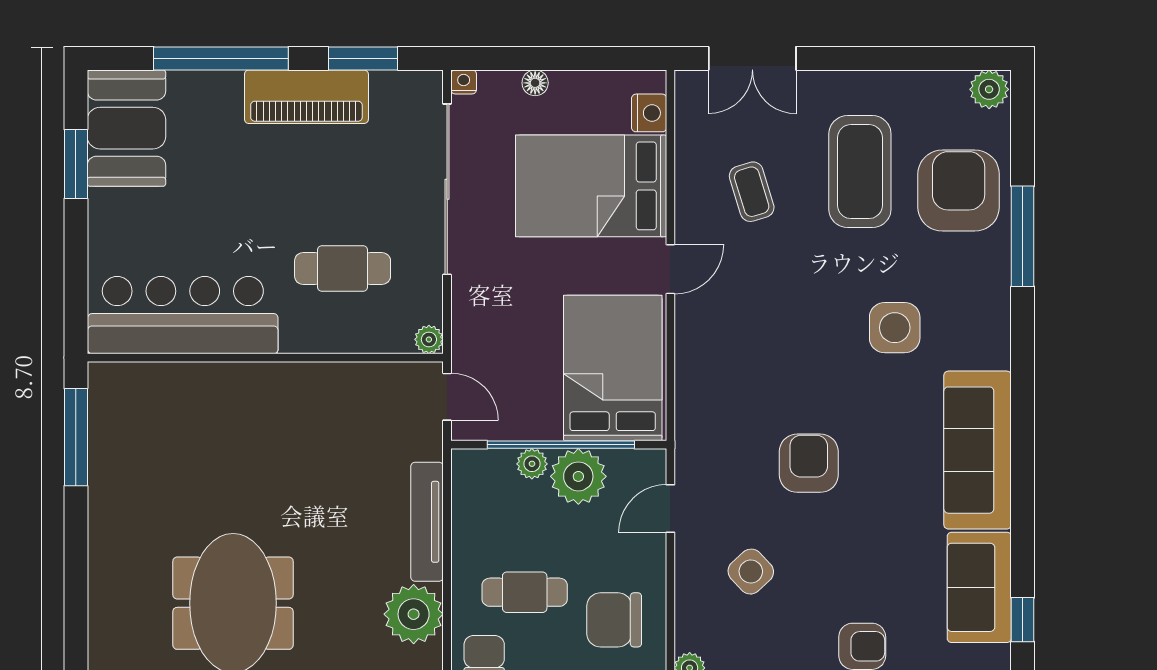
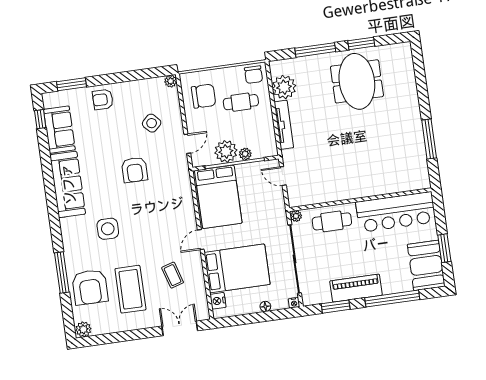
bar counter: (183, 315) -> (396, 212), moved
plant: (429, 339) -> (296, 216), moved
wall: (265, 358) -> (360, 200), moved

